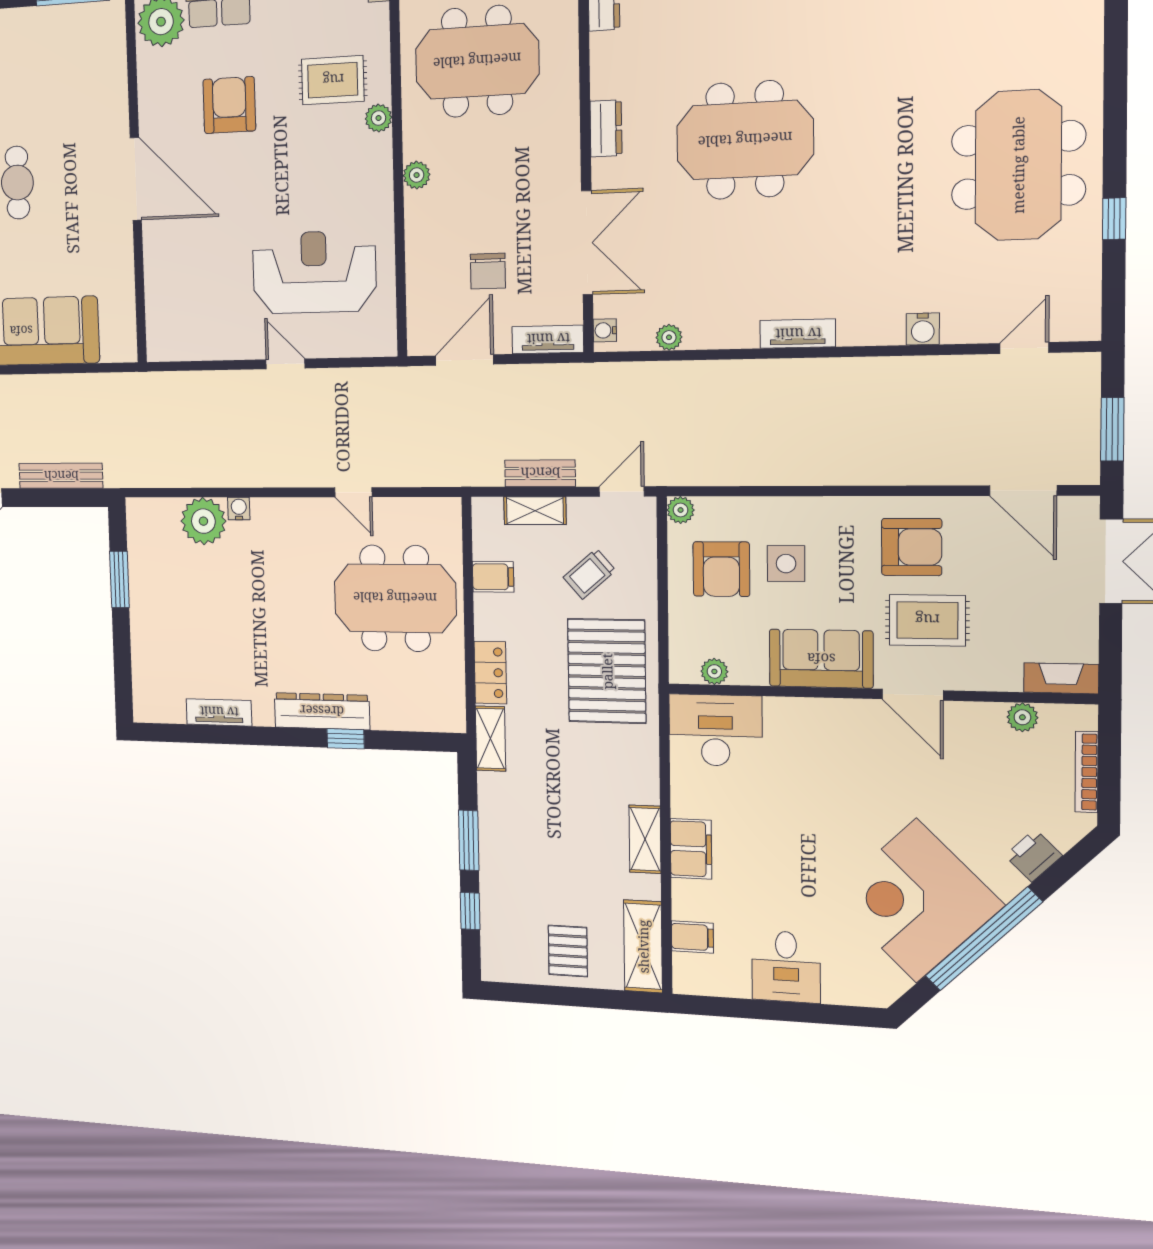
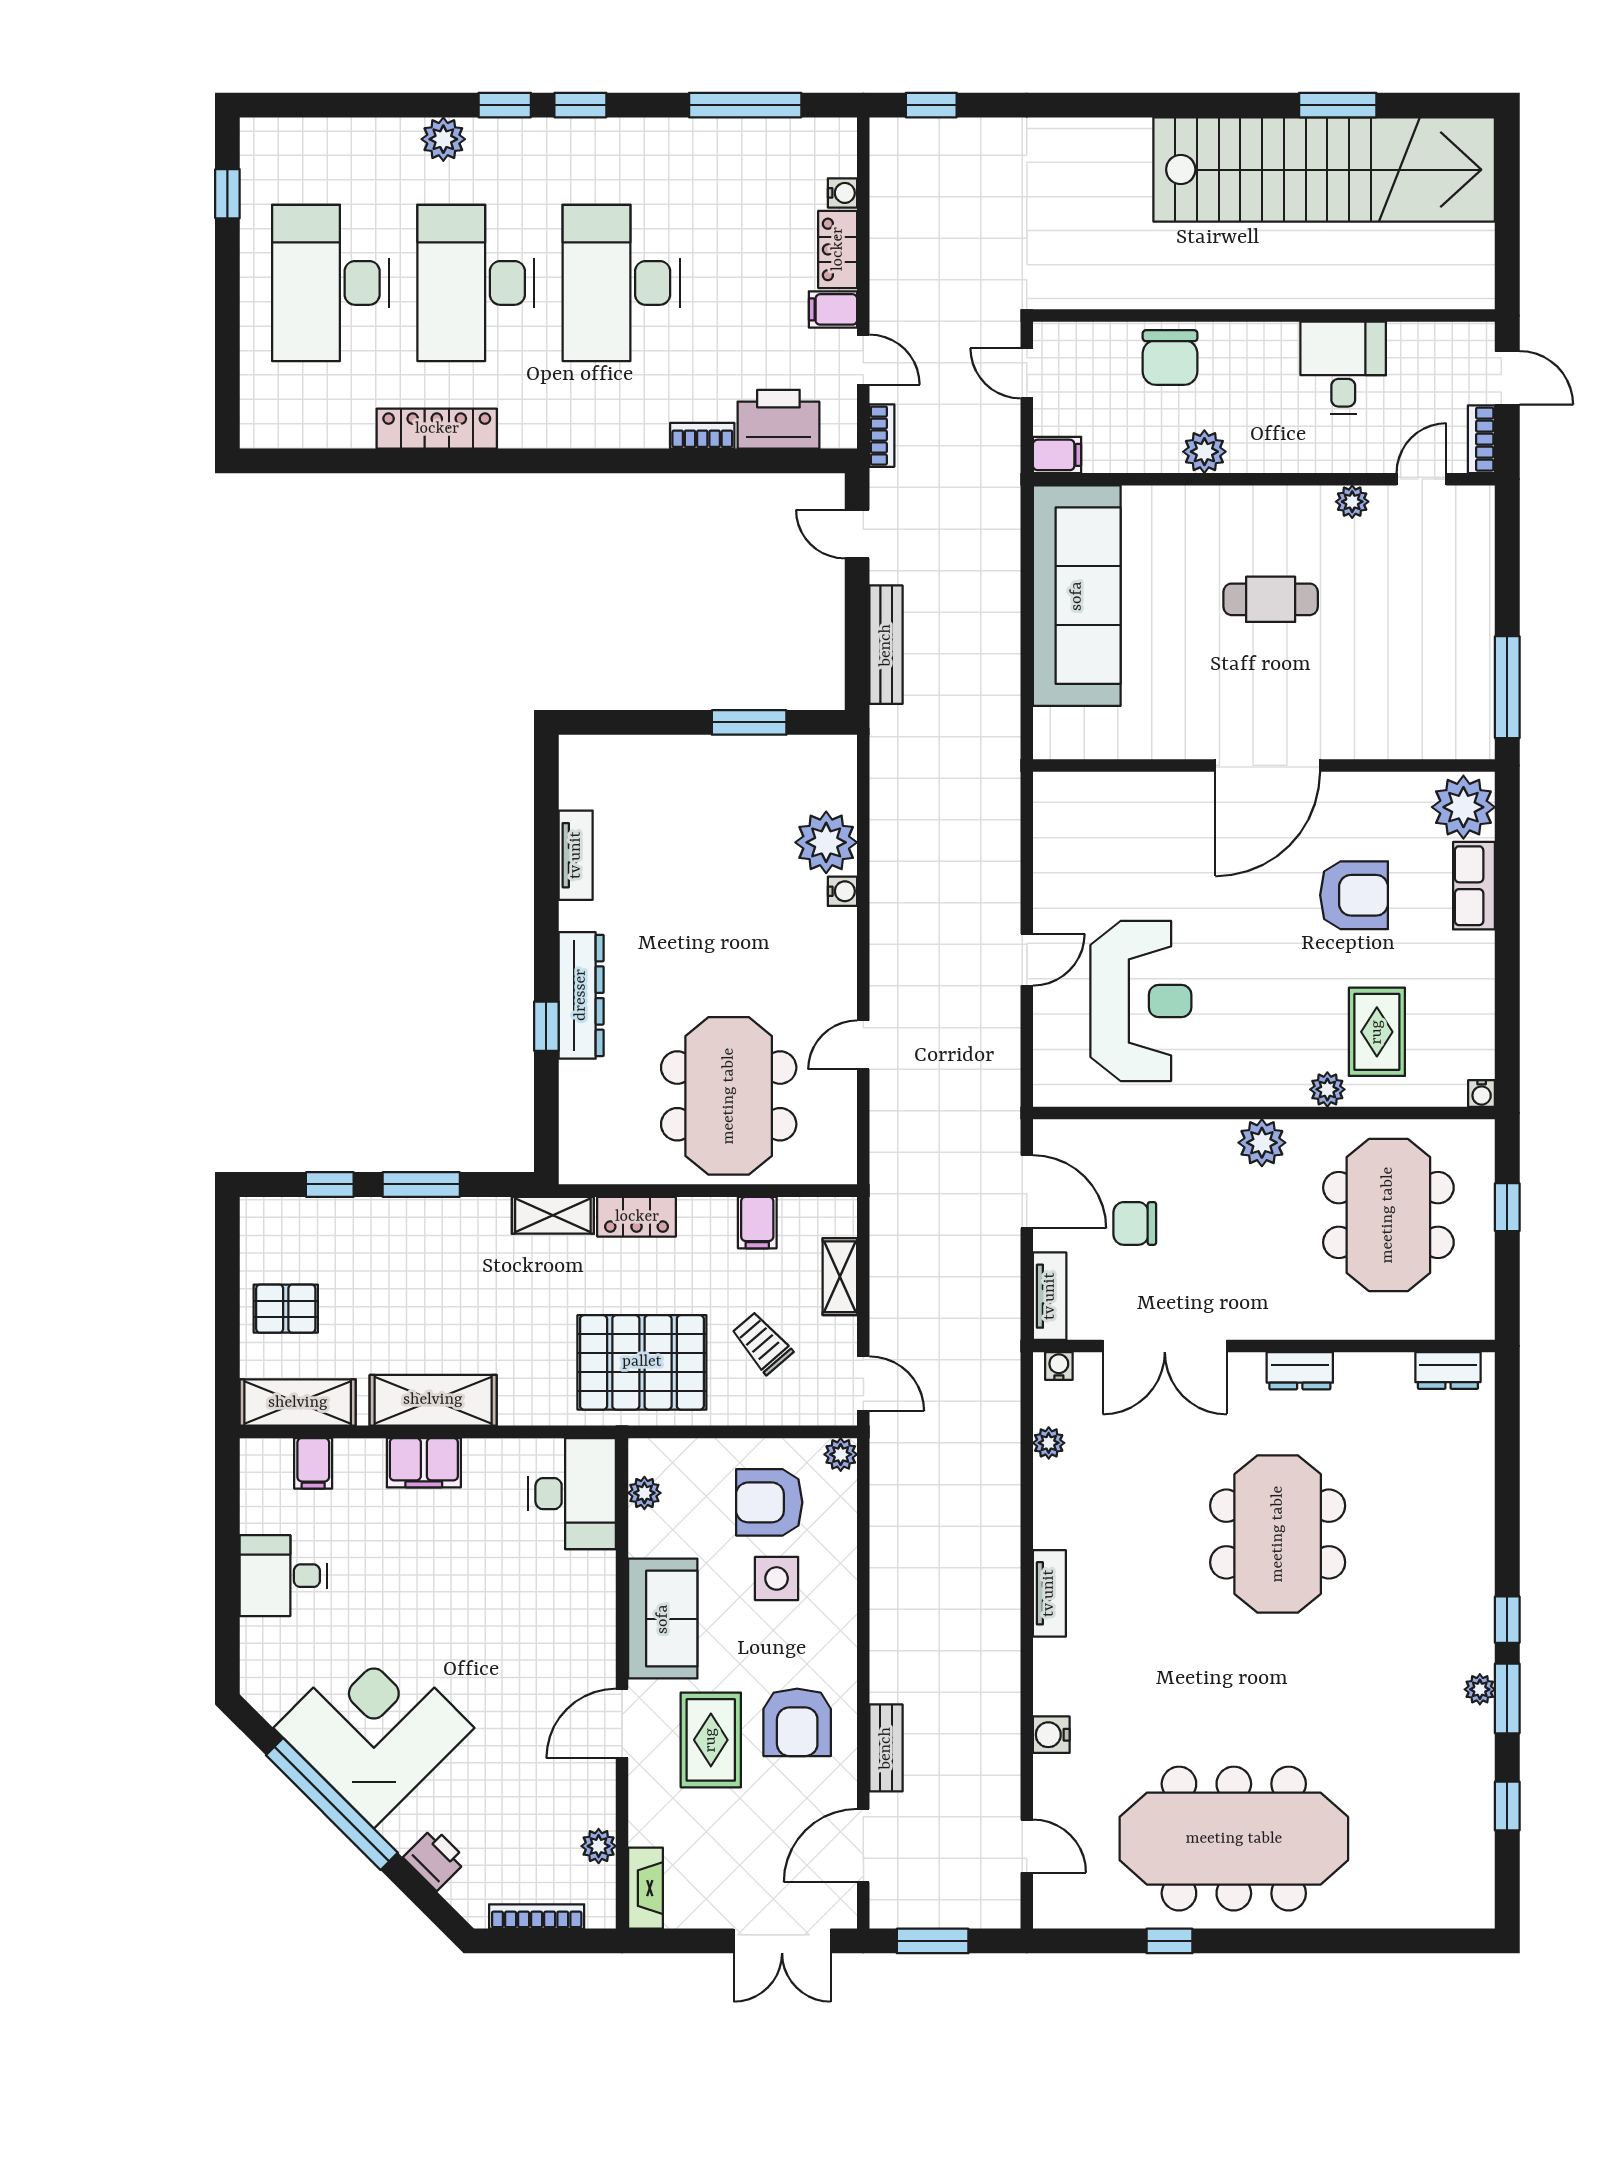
meeting table: (1018, 165) -> (1234, 1839), width x1.36
plant: (417, 175) -> (1262, 1143), width x1.38, depth x1.38
bench: (540, 473) -> (886, 1748), moved
shelving: (645, 839) -> (433, 1400), width x1.50, depth x1.33

